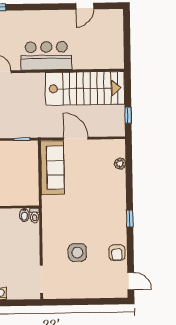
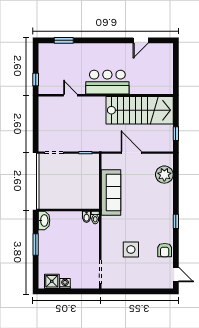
plant: (120, 164) -> (164, 175), width x1.87, depth x1.87
sofa: (52, 168) -> (111, 192), moved

